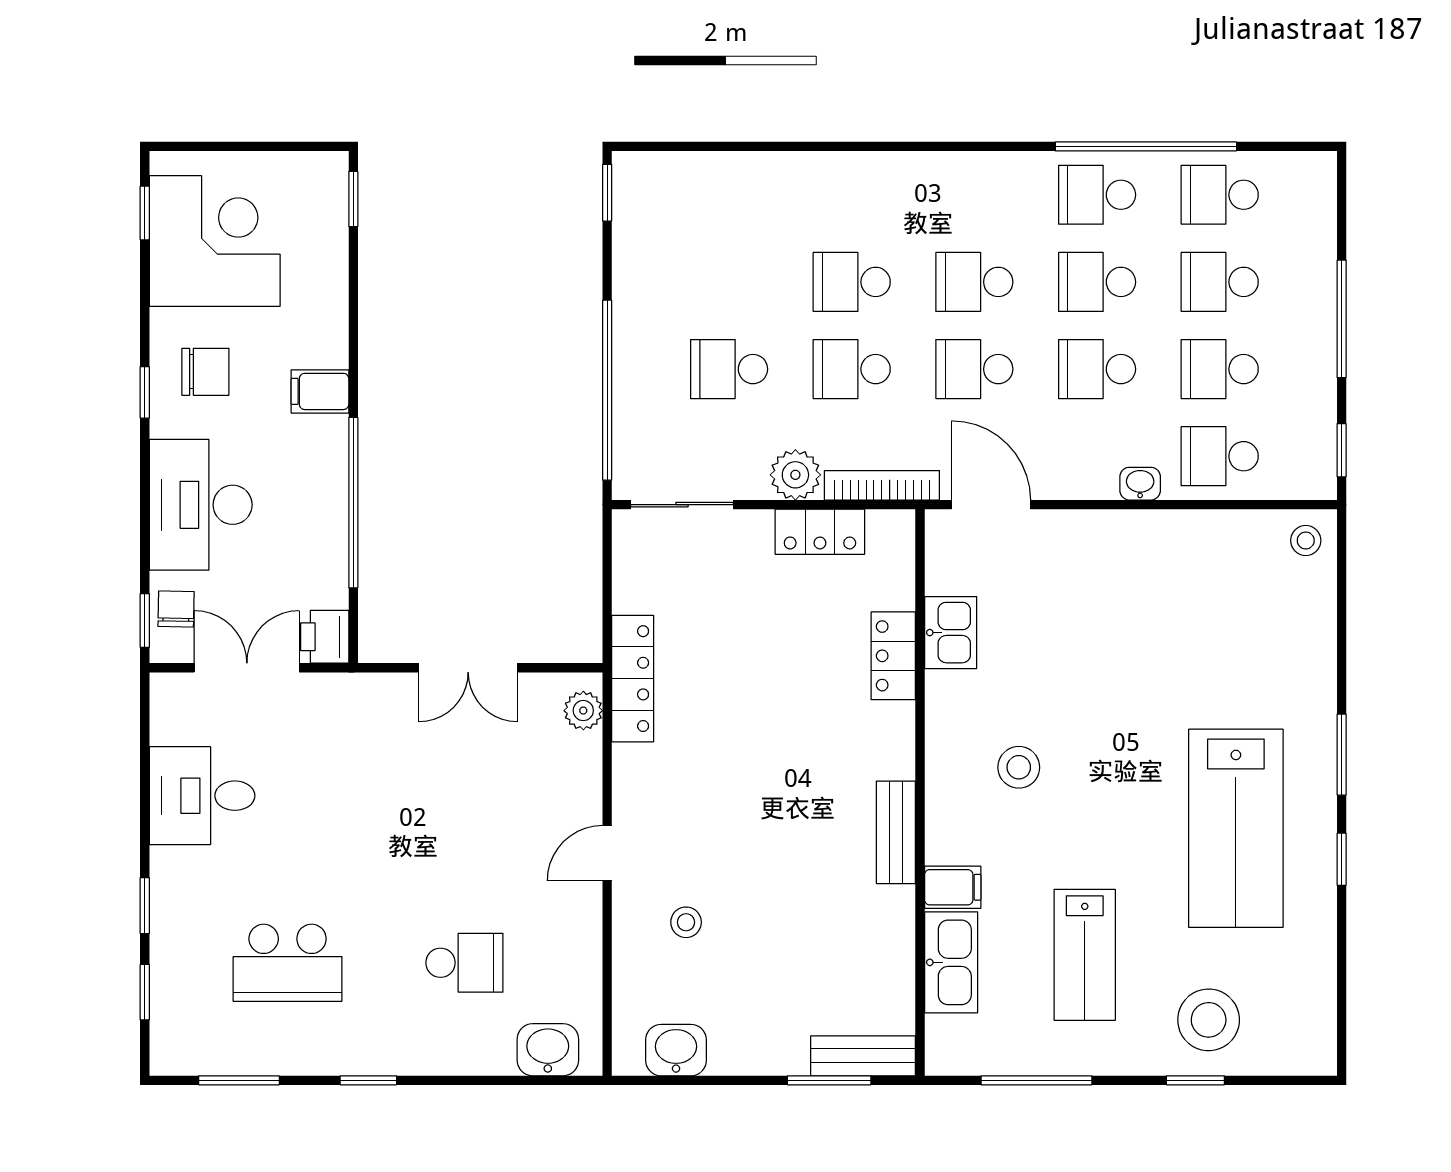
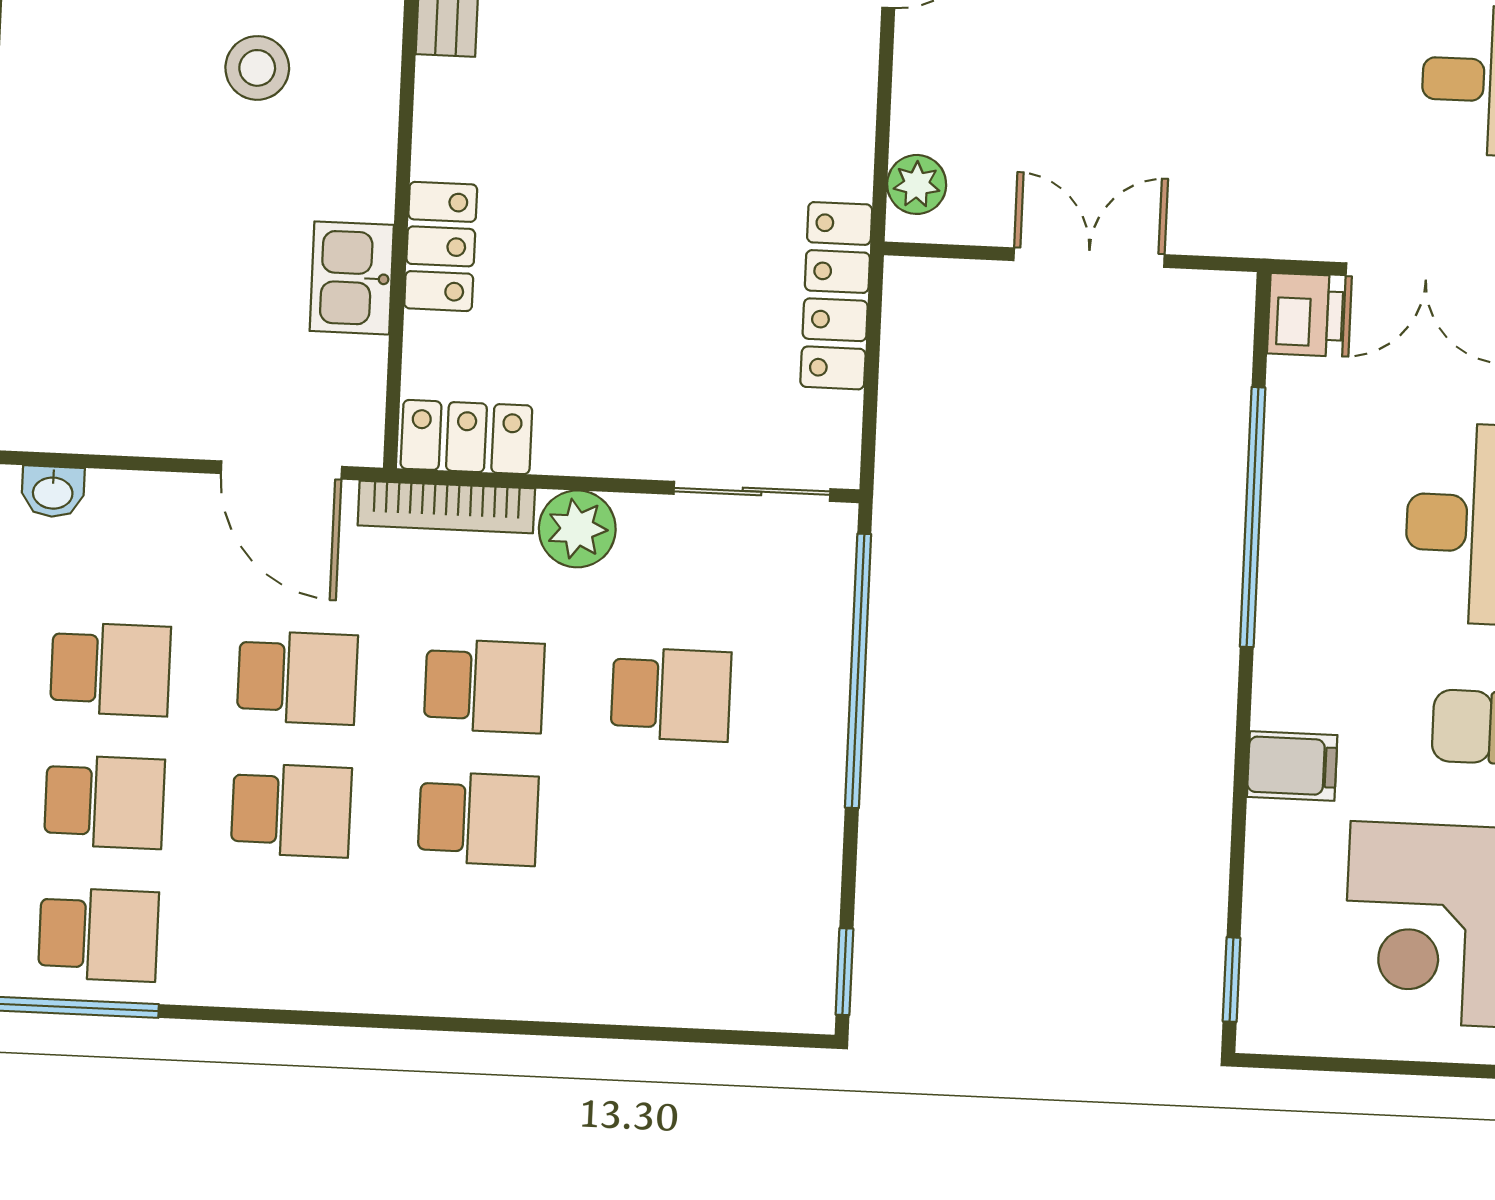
filing cabinet: (320, 391) -> (1292, 766), moved
locker: (820, 532) -> (466, 437), moved
locker: (633, 679) -> (836, 296), moved

